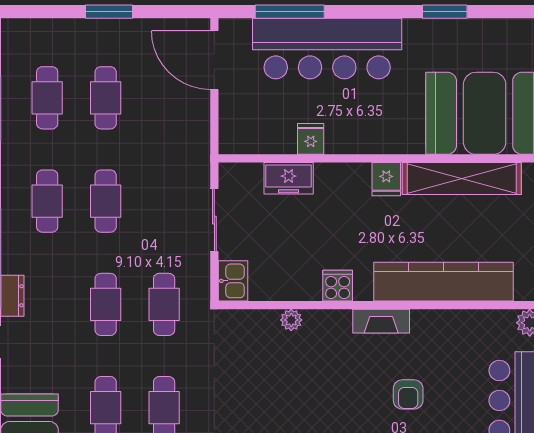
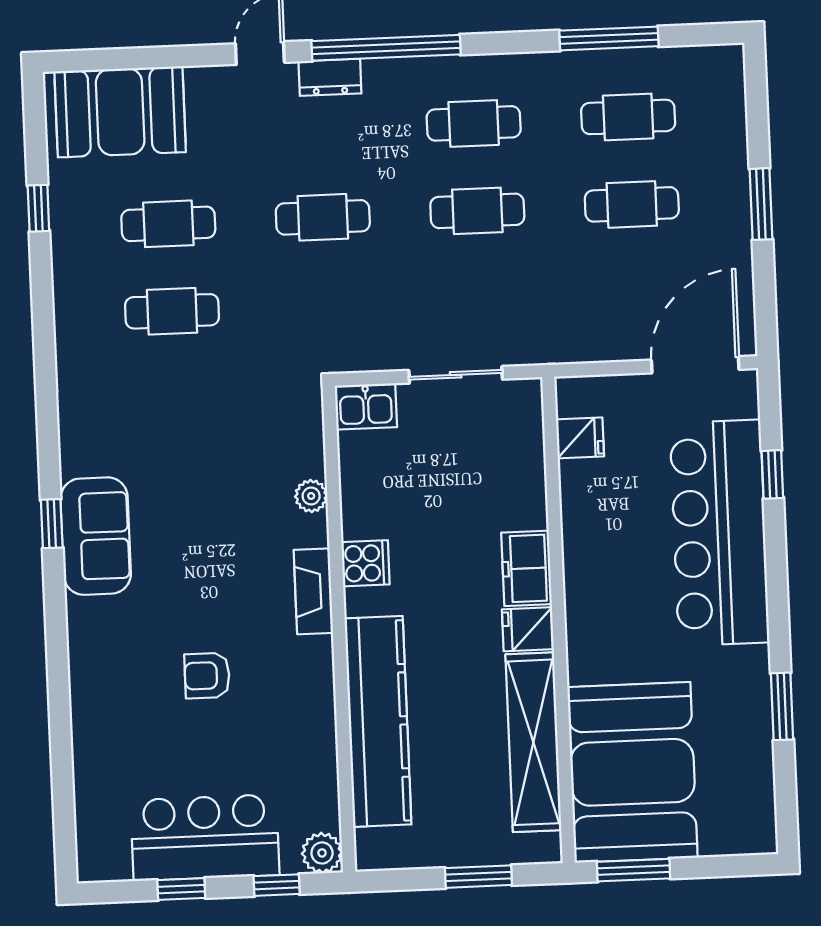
window: (290, 12) -> (772, 474), width x0.46
fridge: (311, 139) -> (580, 438), moved
freezer: (289, 178) -> (527, 568), moved
cafe table: (164, 304) -> (326, 305), removed
fireplace: (381, 321) -> (313, 591), moved

